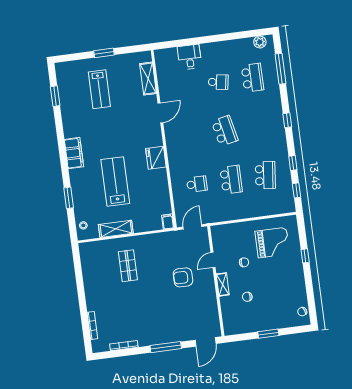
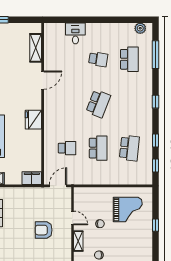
school desk: (225, 131) -> (98, 104), turned 33
filing cabinet: (168, 221) -> (32, 178), width x2.00
door: (213, 260) -> (73, 218), swing flipped

